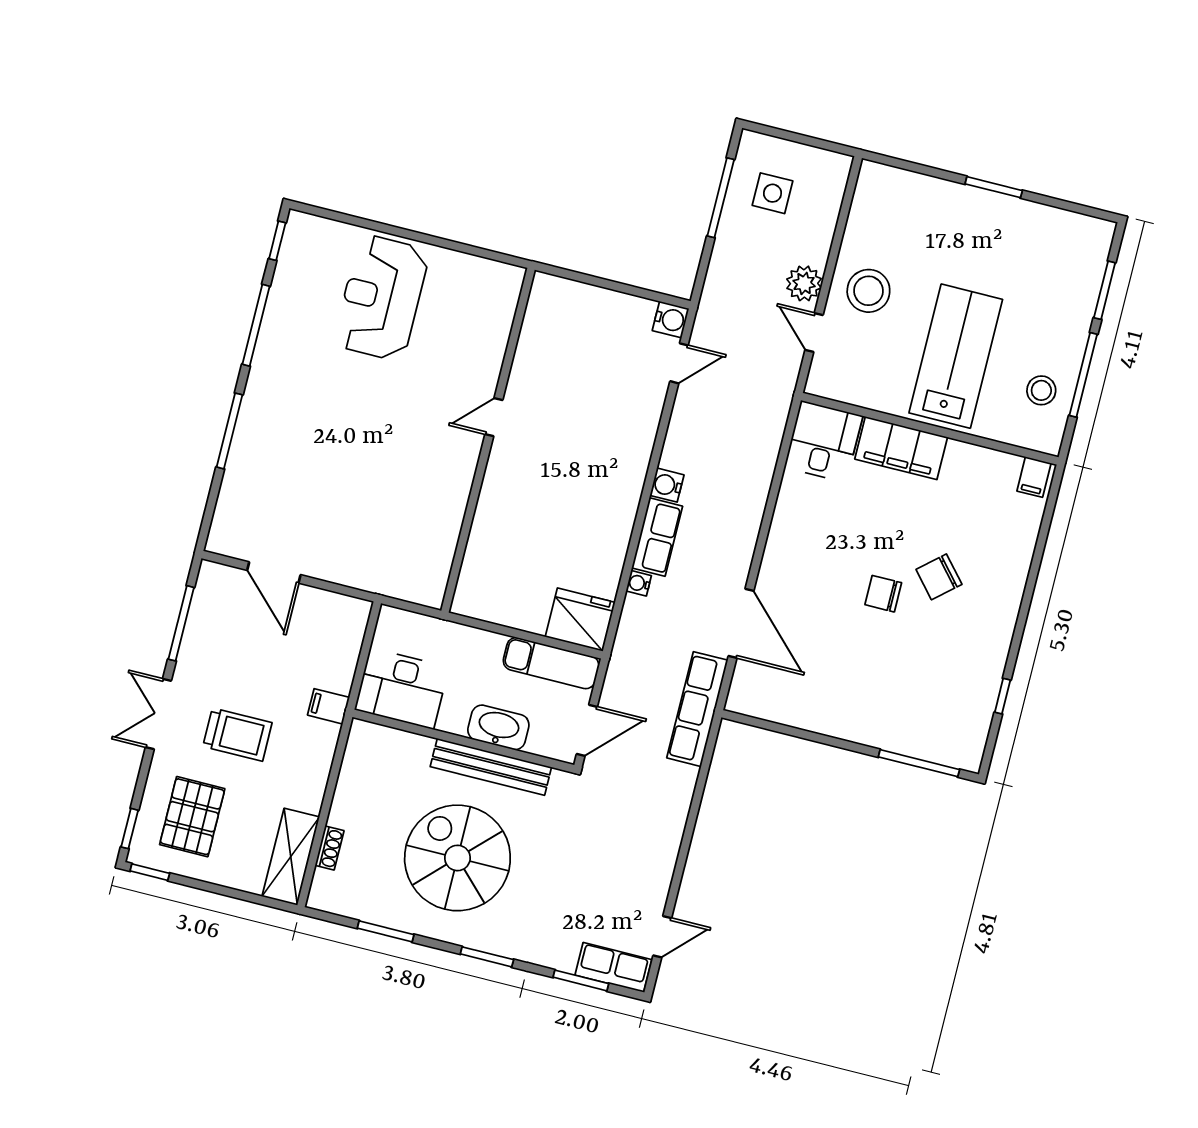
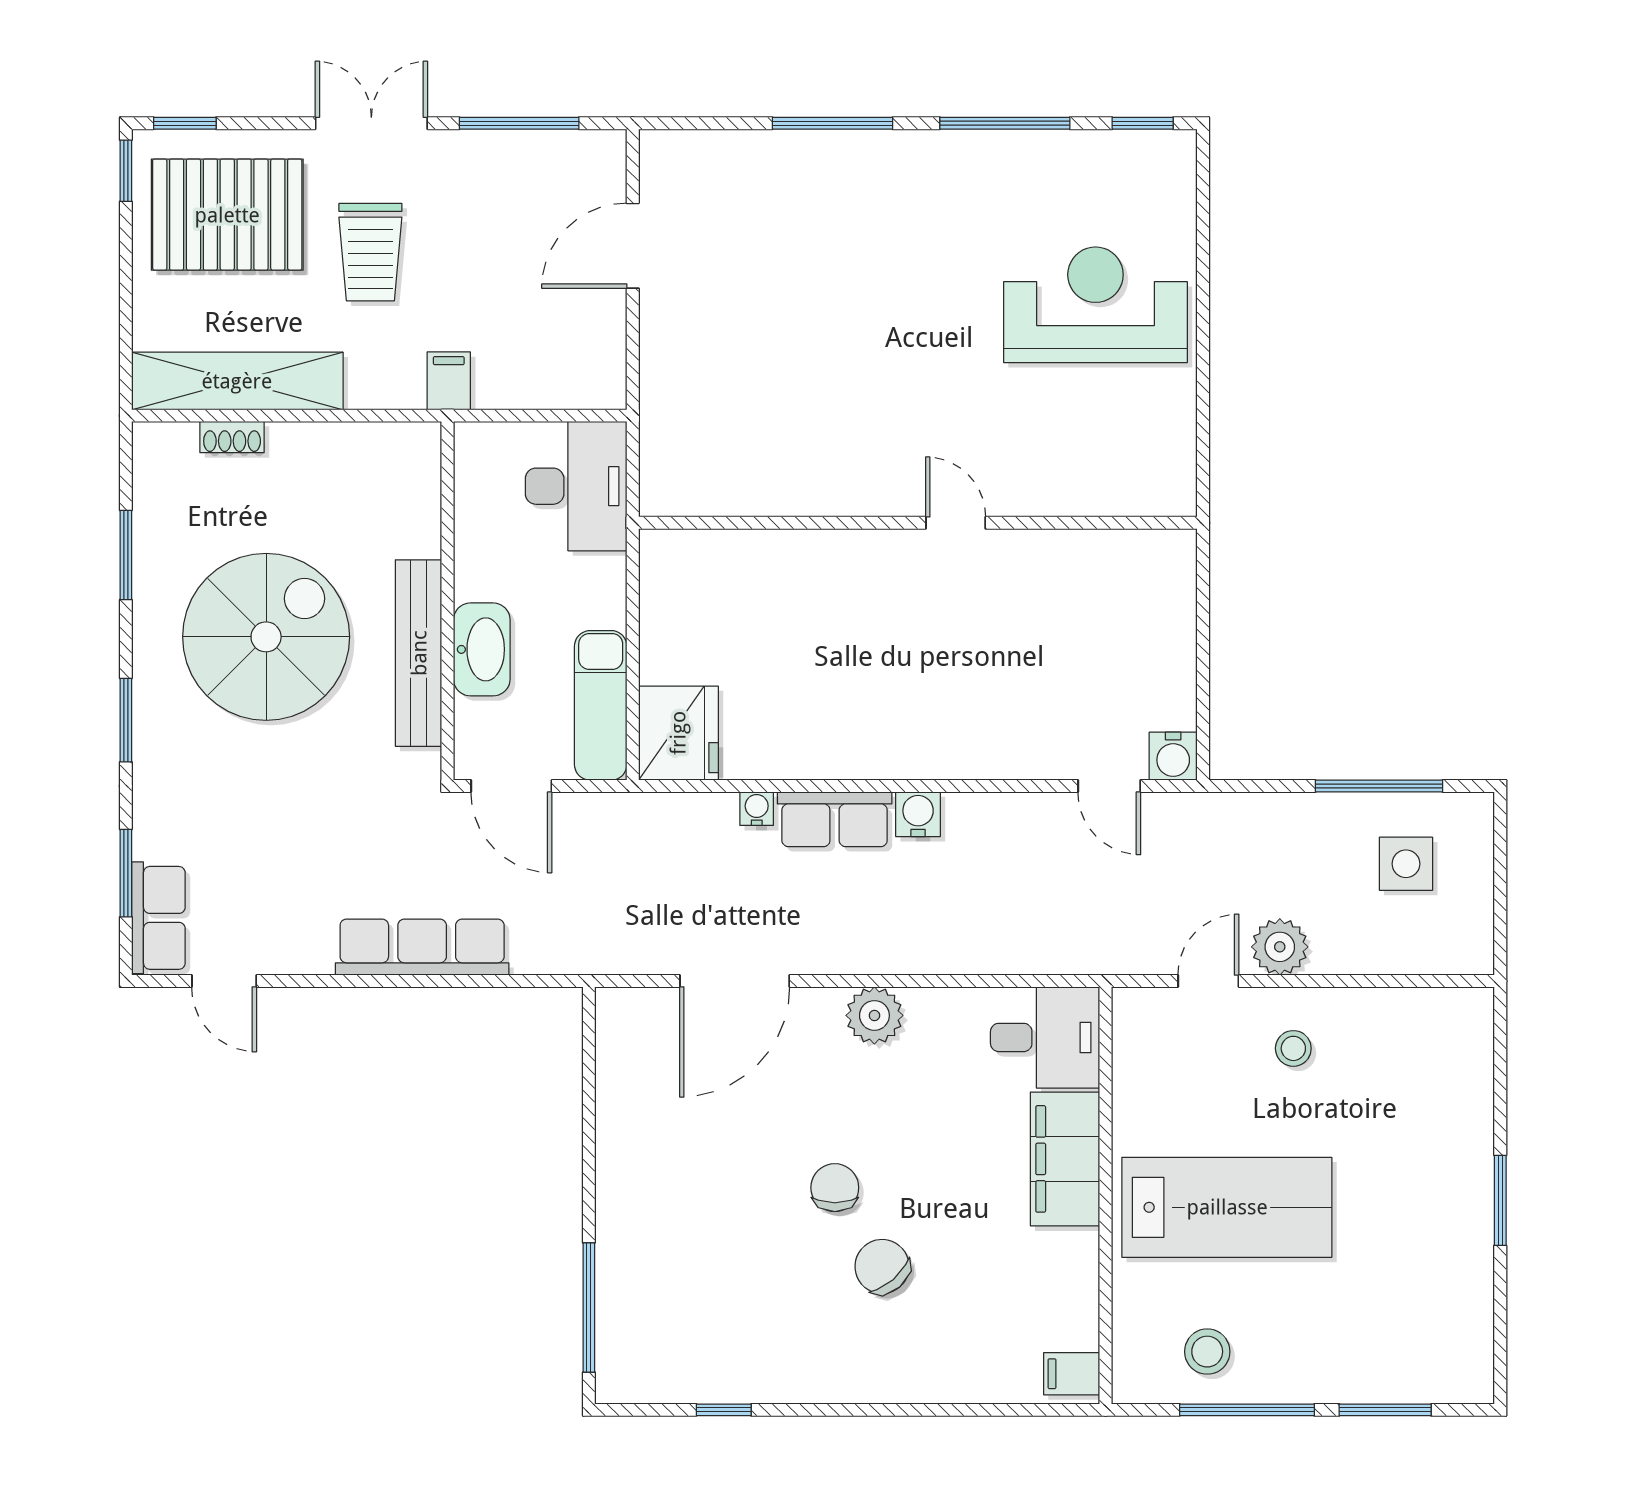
stool: (868, 291) -> (1293, 1048), width x0.53, depth x0.53
plant: (784, 543) -> (874, 1015), added
desk: (402, 688) -> (576, 486), moved, turned 180
row of seats: (697, 709) -> (422, 947), moved
pallet: (192, 817) -> (227, 215), width x1.37, depth x1.41
shelving: (291, 857) -> (237, 381), width x1.47

